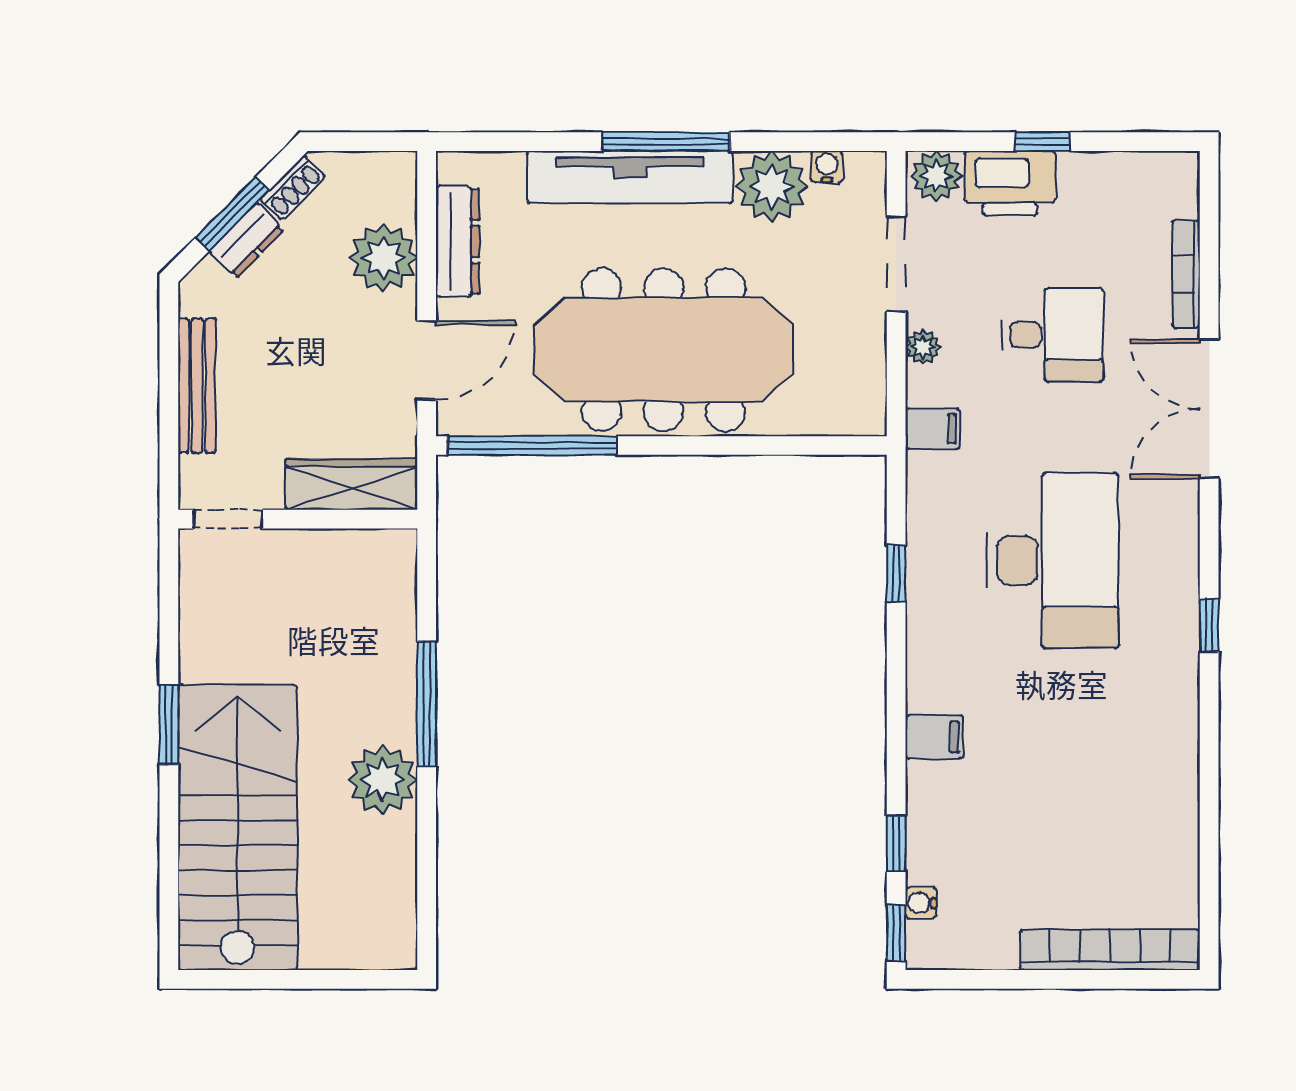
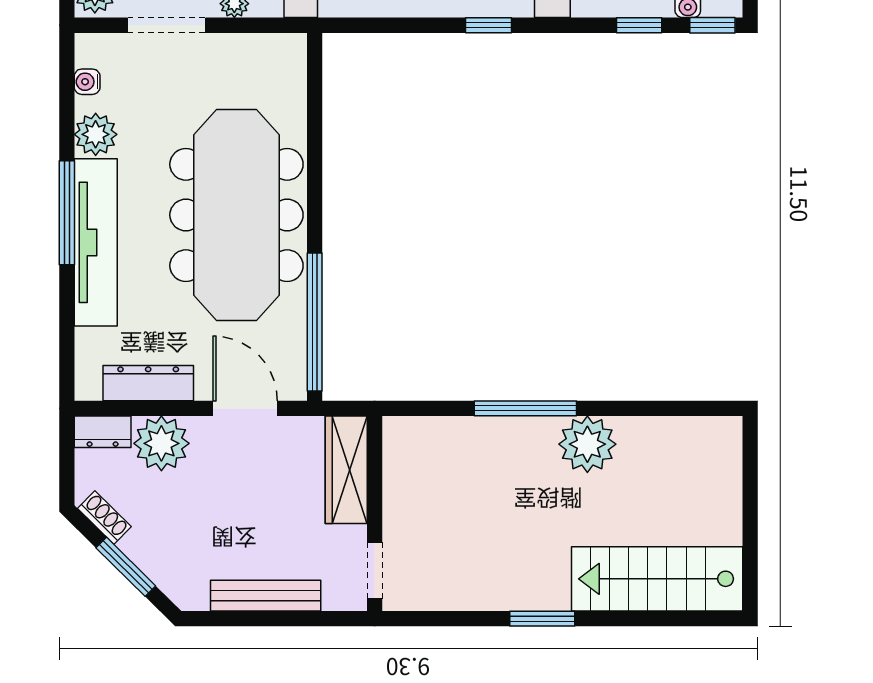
plant: (772, 186) -> (96, 134), width x0.73, depth x0.73
dresser: (247, 240) -> (103, 432), moved, turned 135
window: (896, 573) -> (489, 25), moved
stairs: (238, 827) -> (657, 579), width x0.73, depth x0.66

